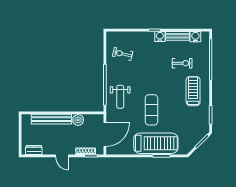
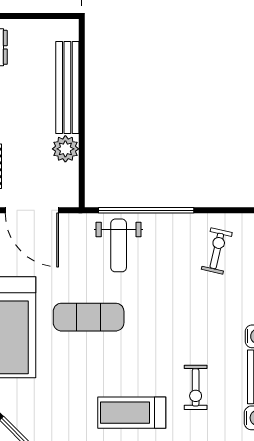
treadmill: (193, 91) -> (132, 413), turned 180
weight bench: (120, 97) -> (119, 245), turned -90

